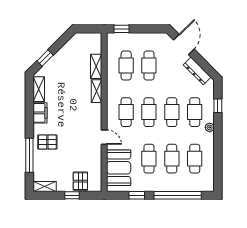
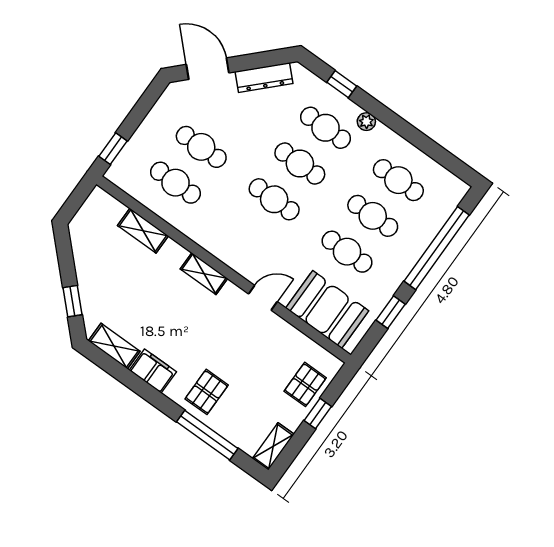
shelving: (96, 91) -> (204, 274), moved
cafe table: (126, 112) -> (248, 235), removed
pallet: (80, 181) -> (305, 384), turned 90

